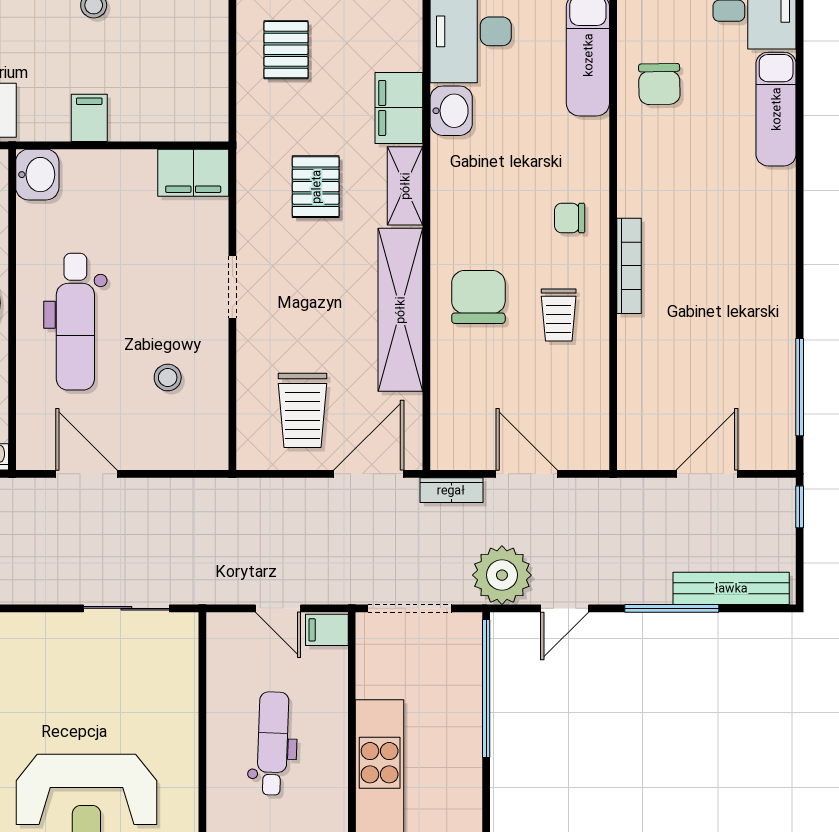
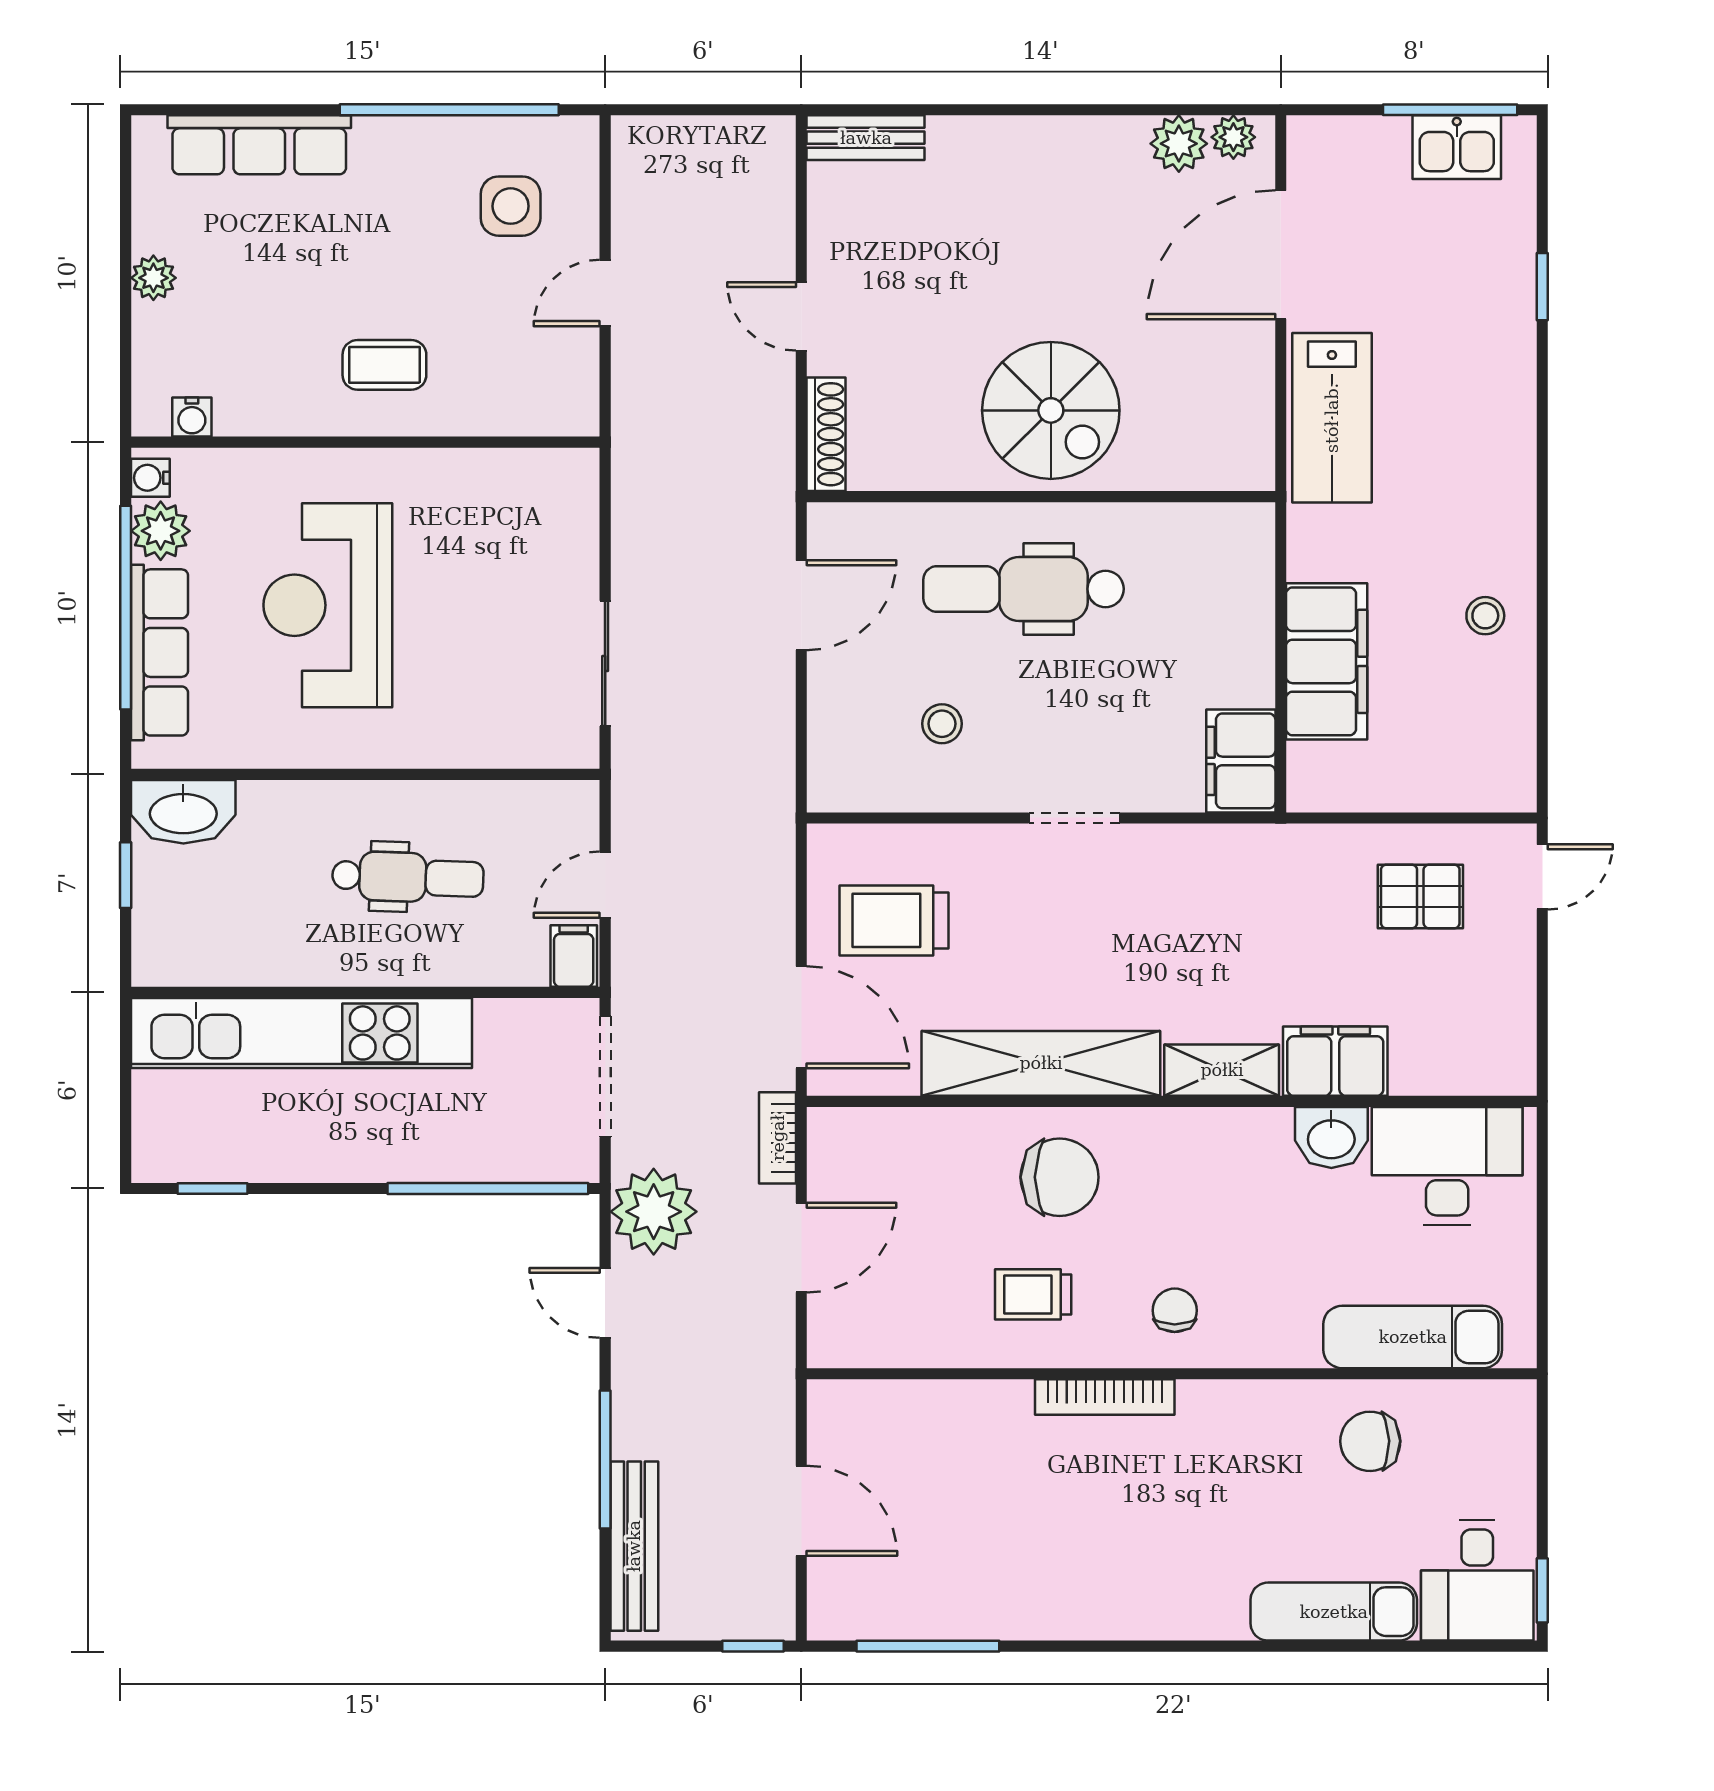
filing cabinet: (89, 118) -> (1327, 661), width x3.00, depth x1.17
washbasin: (37, 175) -> (1238, 533), removed
pallet: (316, 187) -> (1220, 940), removed

